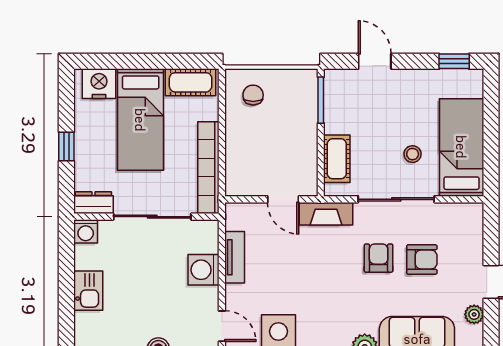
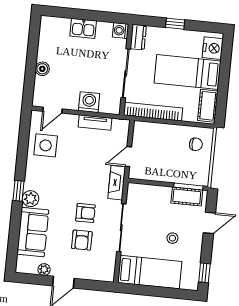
stool: (413, 154) -> (172, 238), moved
cot: (337, 159) -> (187, 197), moved

